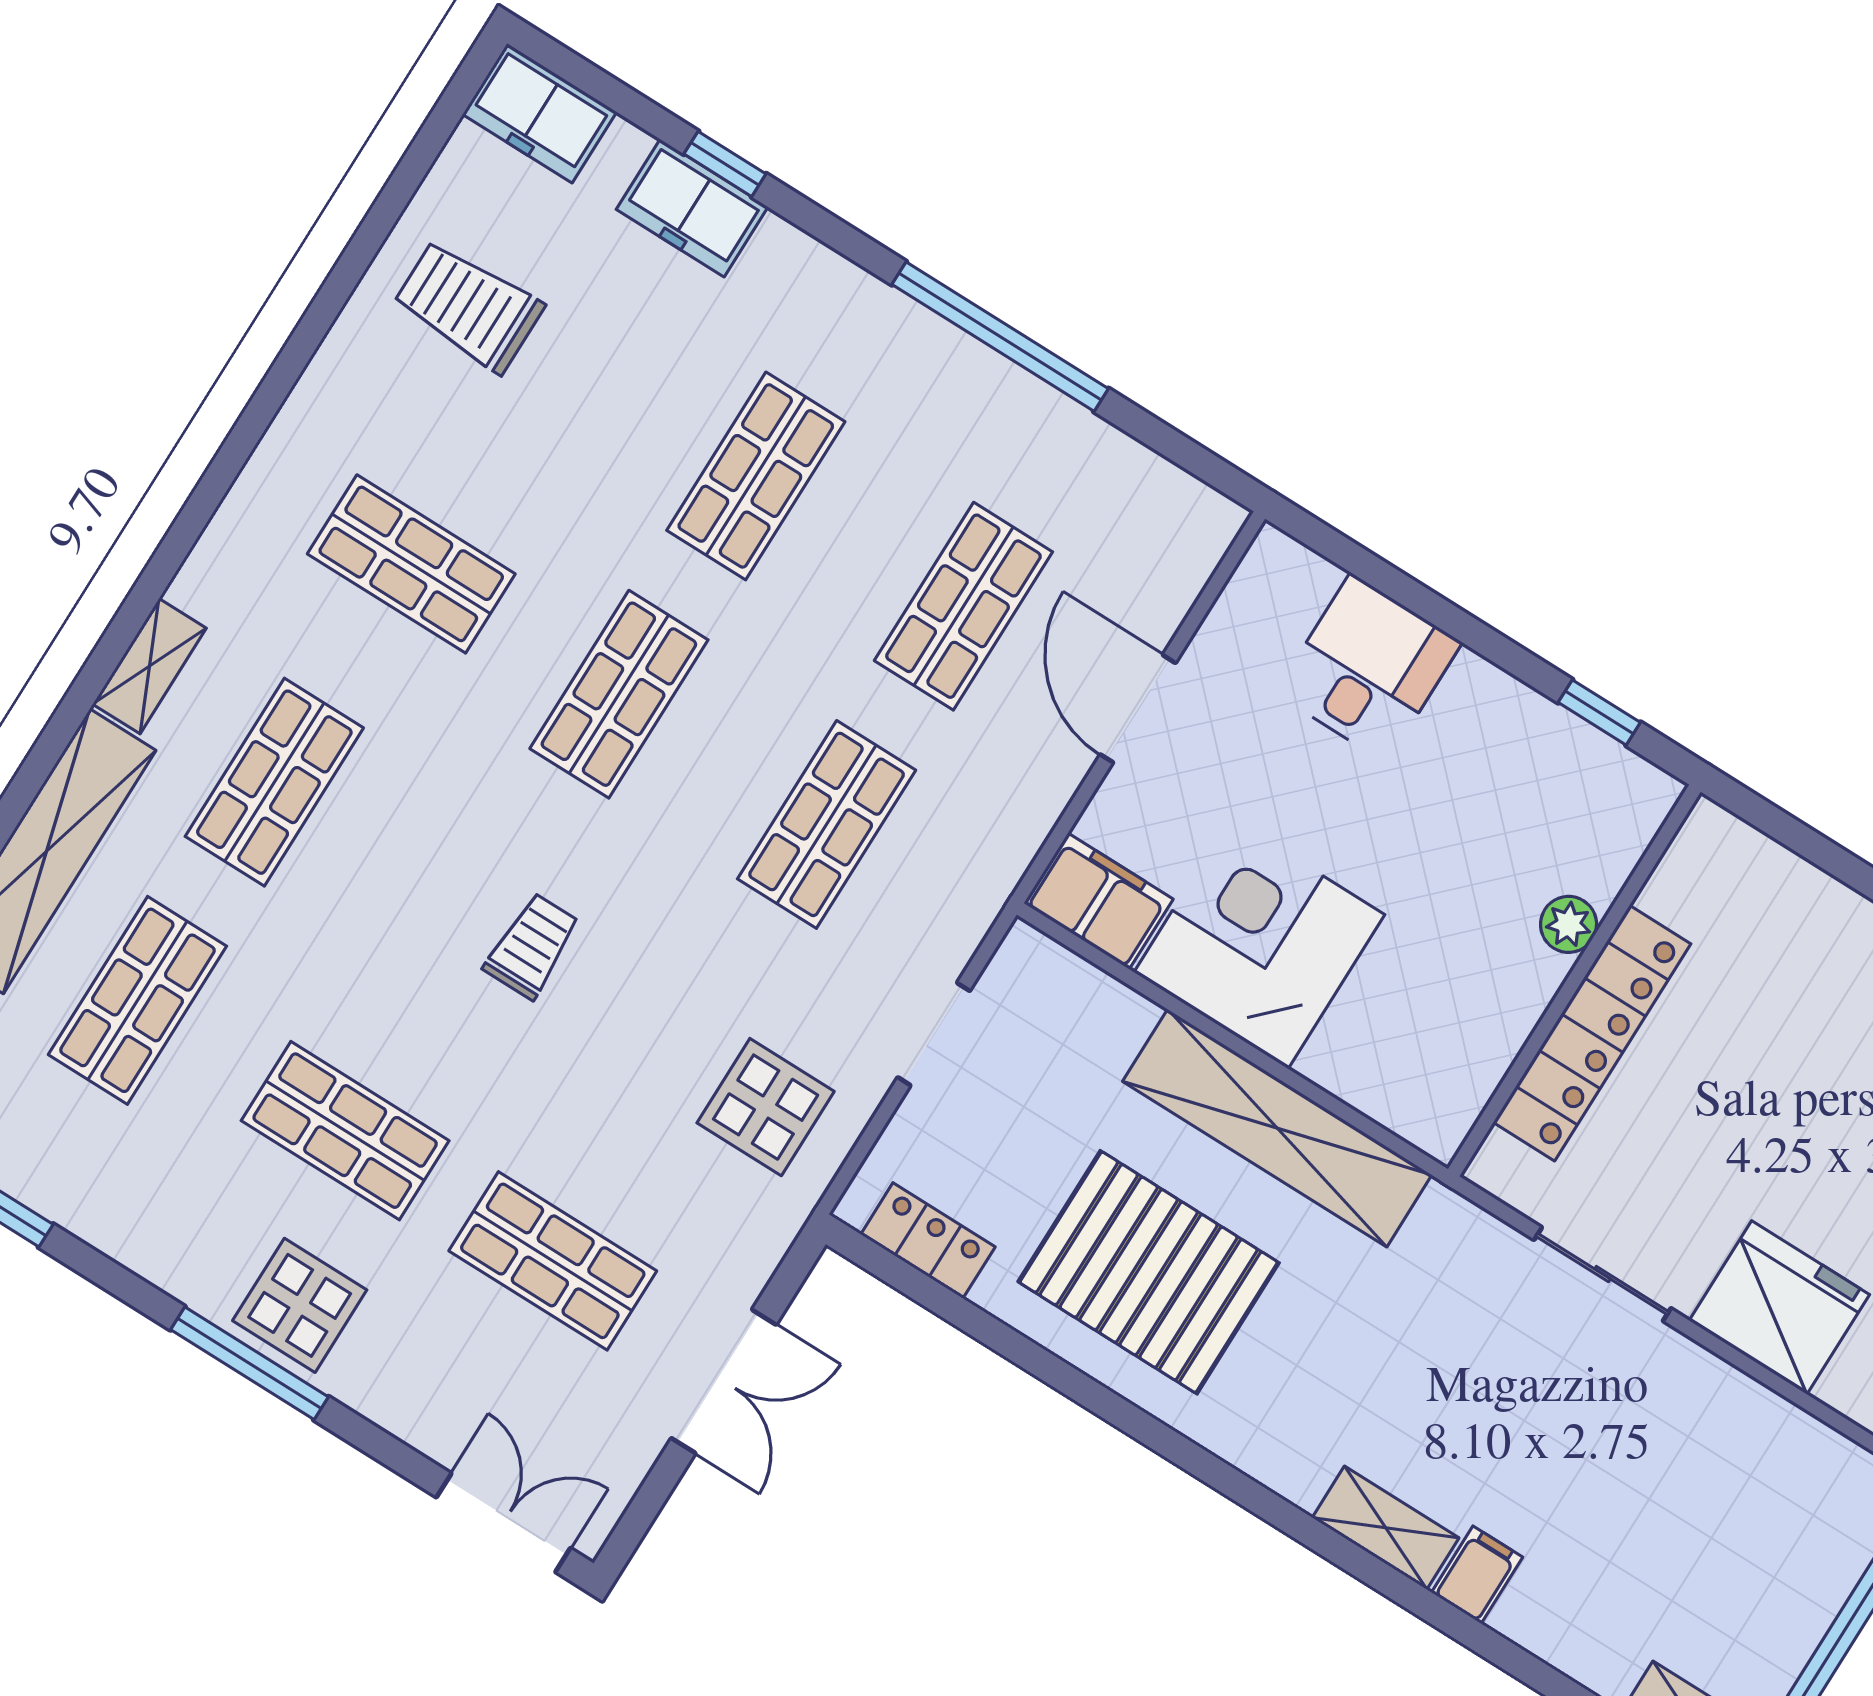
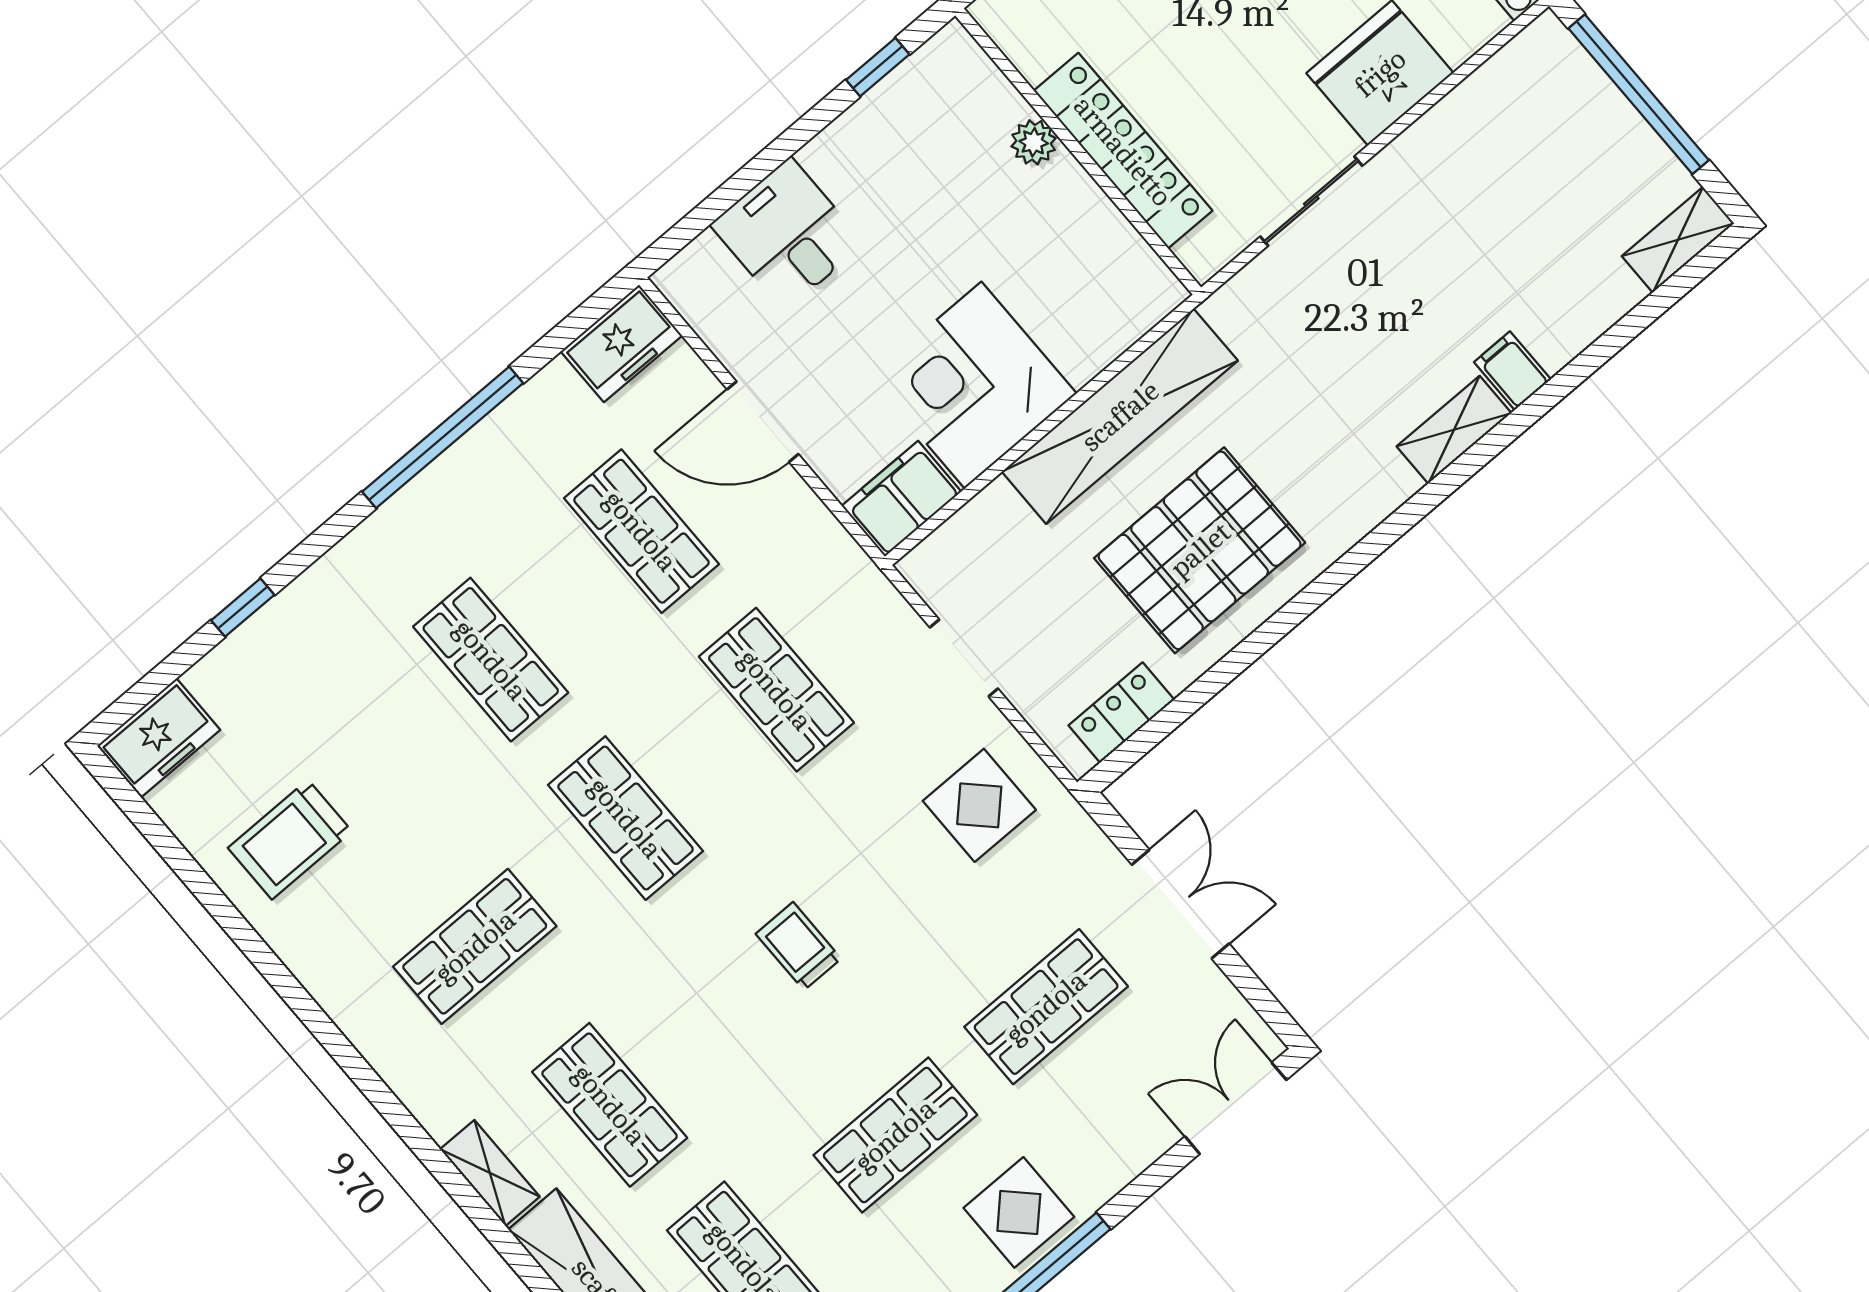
freezer: (692, 208) -> (621, 343), moved

